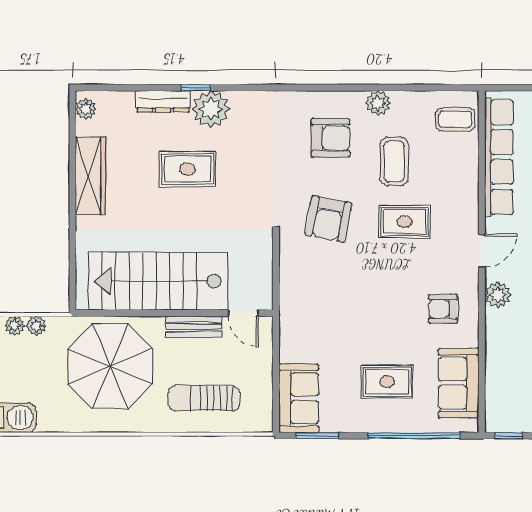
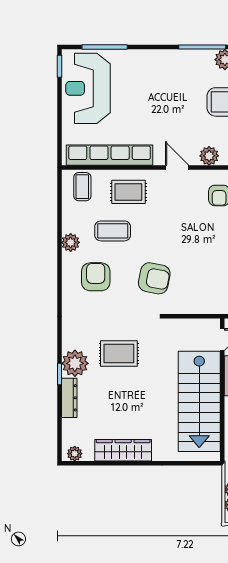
rug: (187, 169) -> (119, 354), moved, turned 90
rug: (405, 222) -> (128, 192), moved, turned 90

